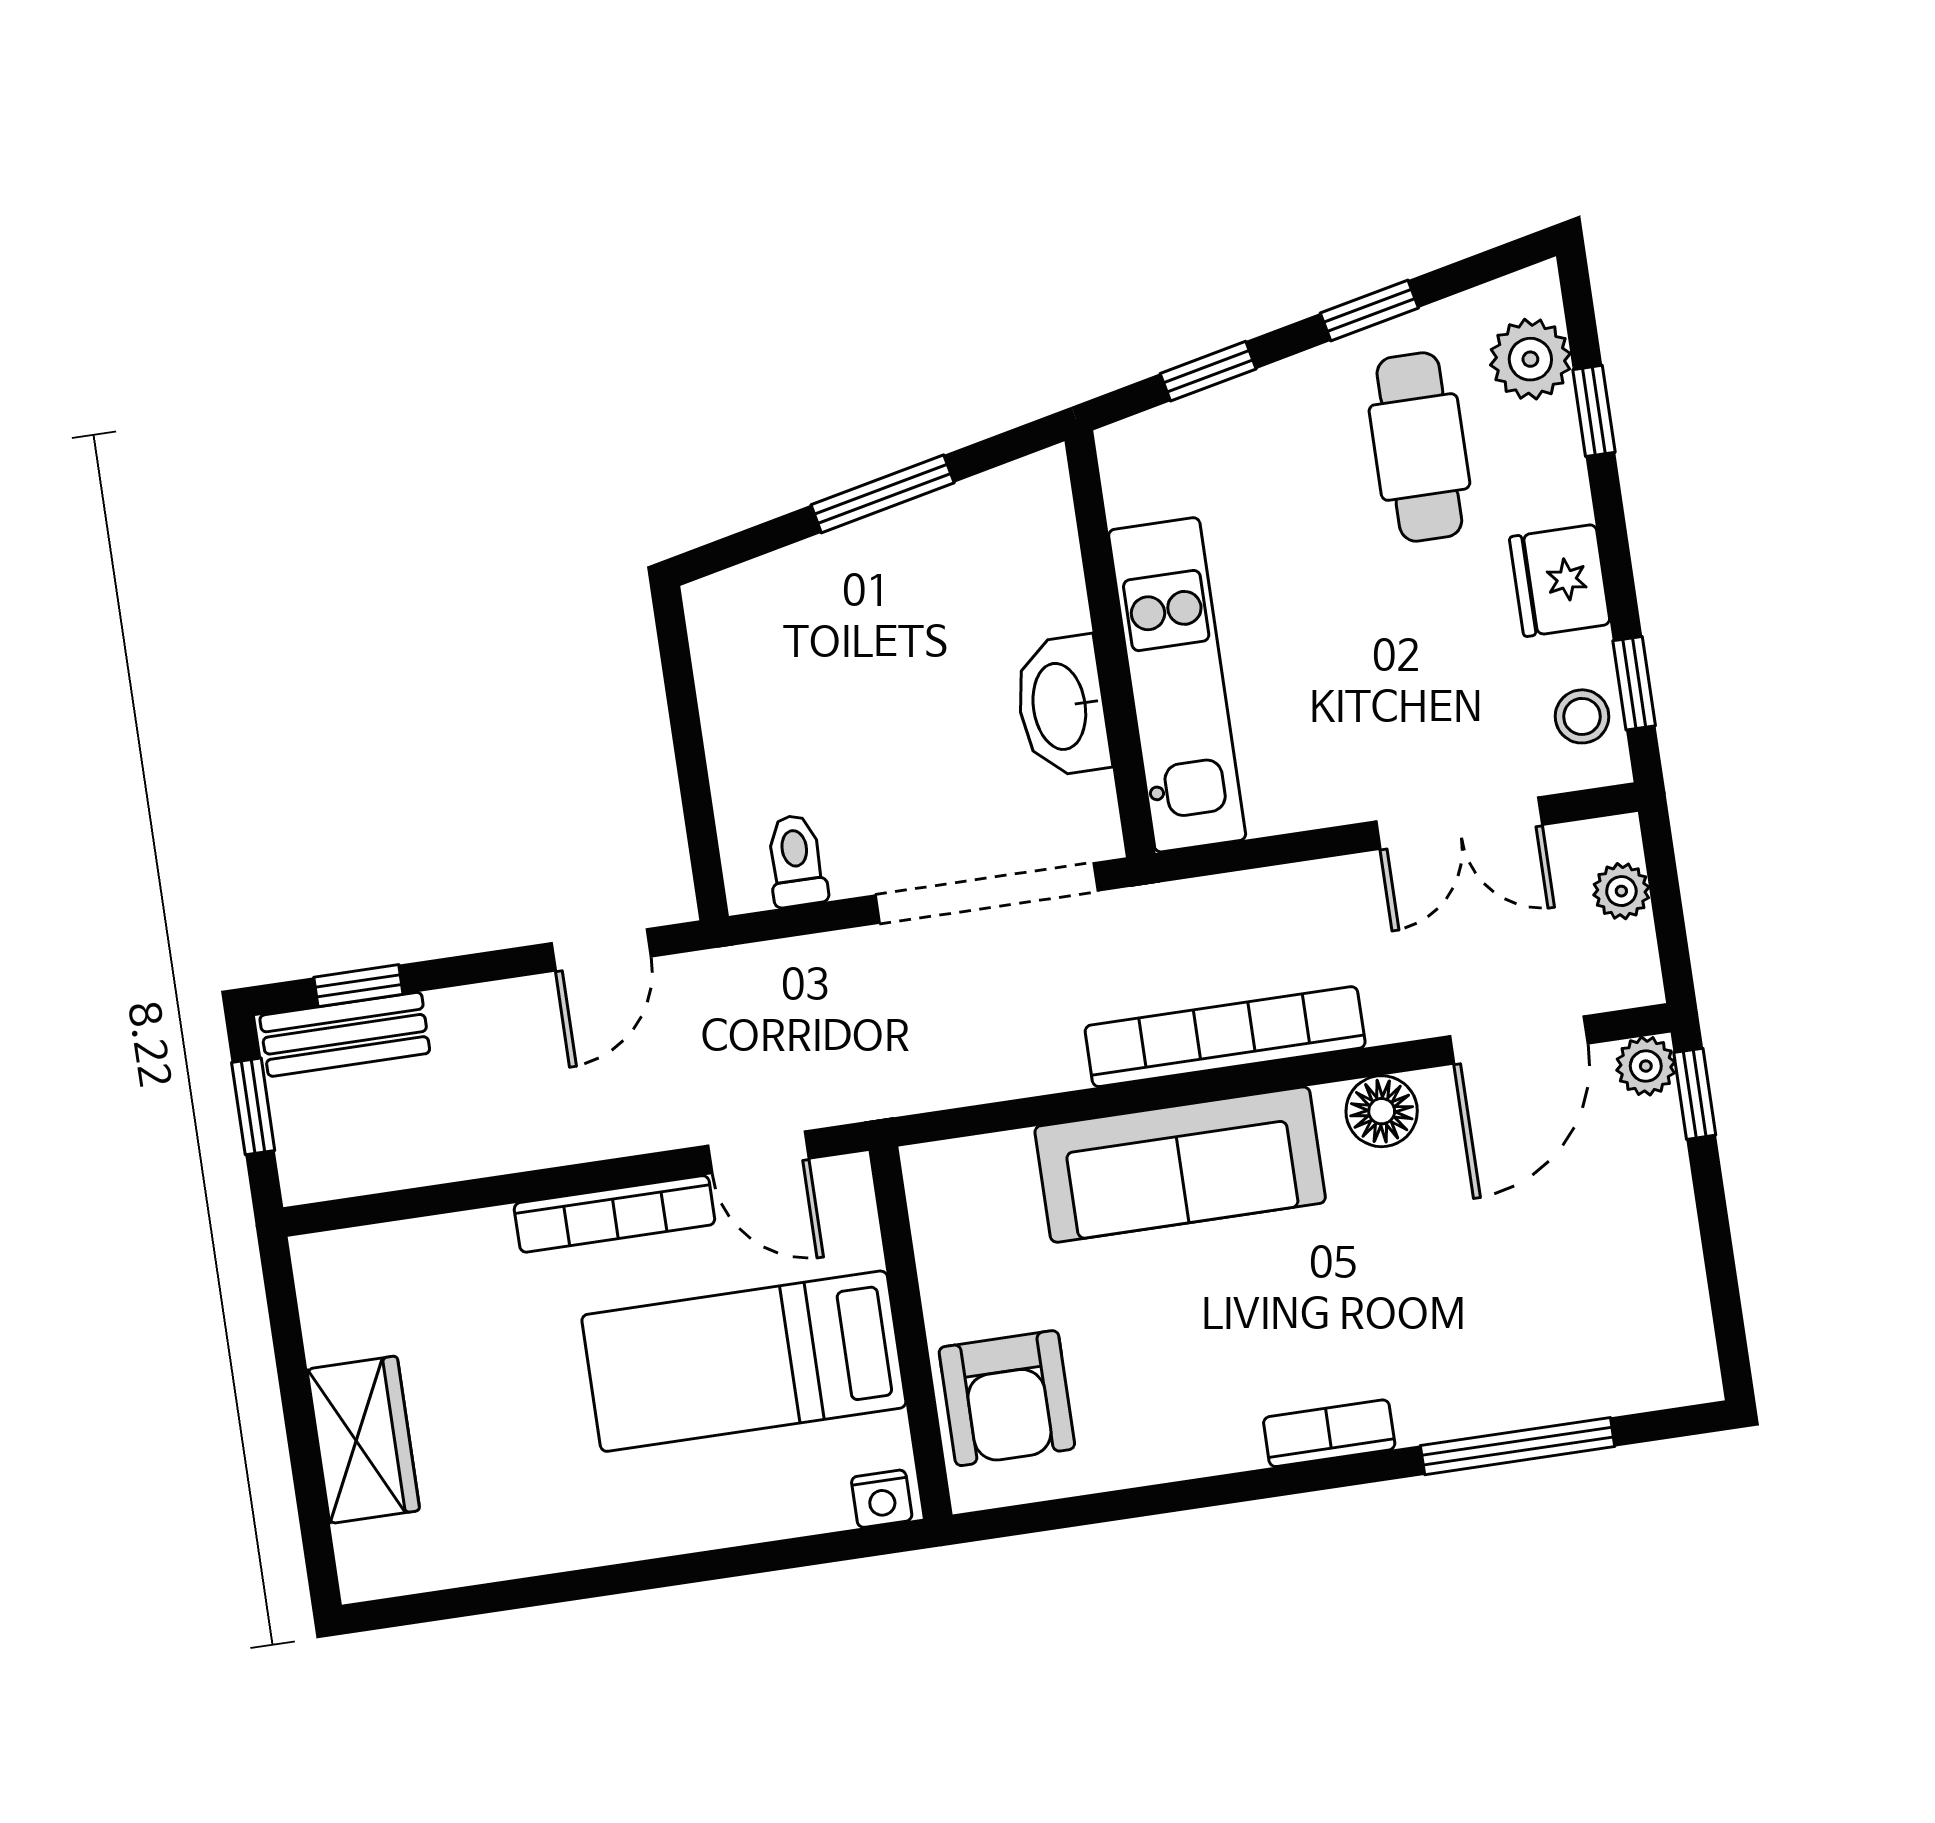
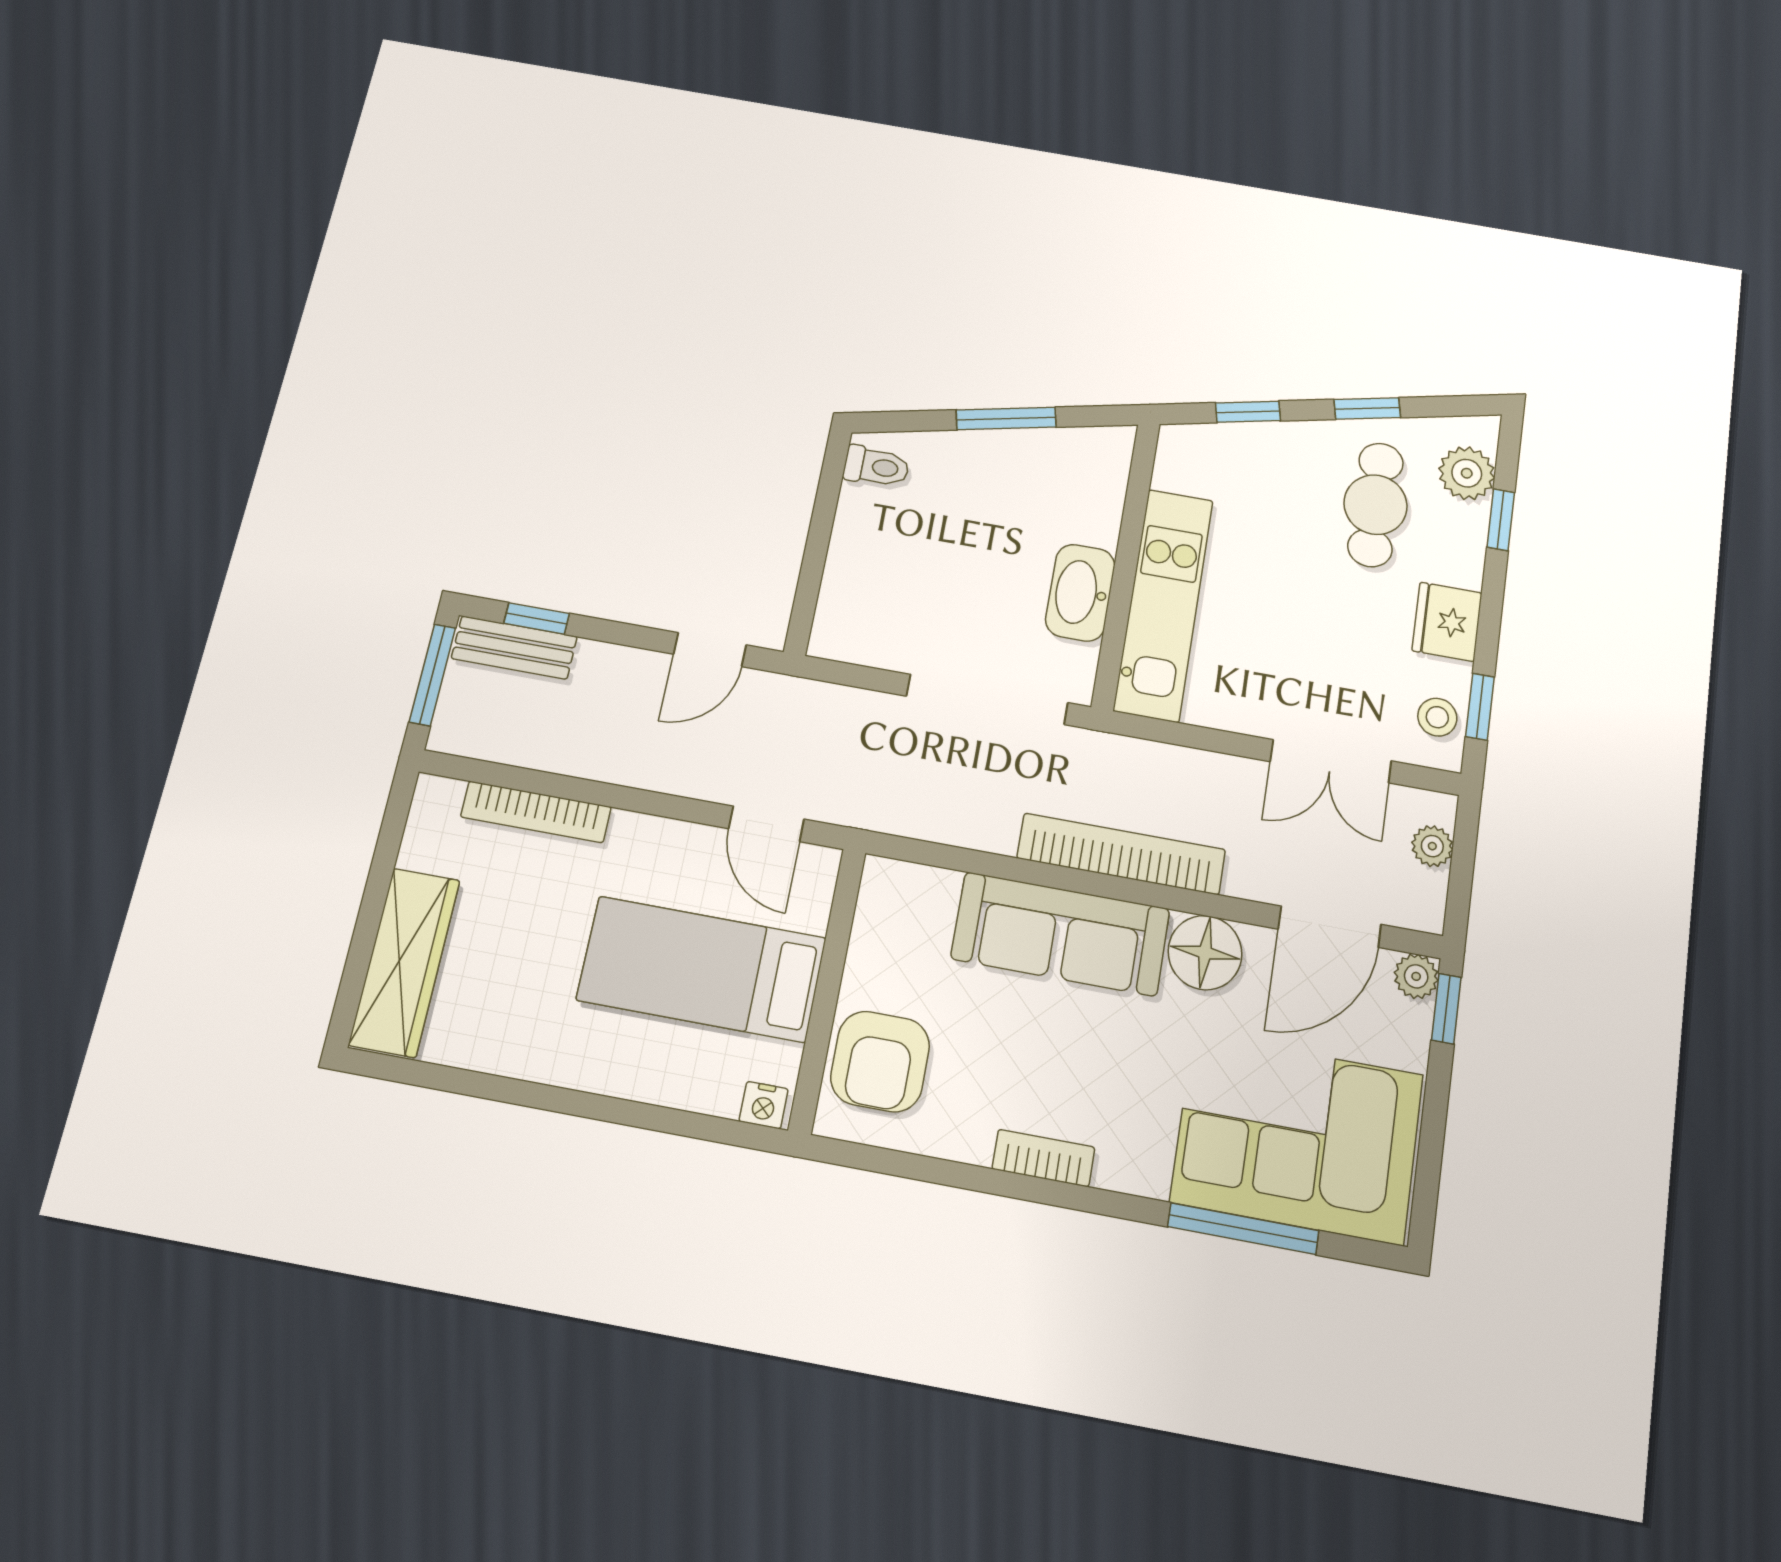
toilet: (796, 861) -> (876, 467), moved, turned 90
window: (253, 1106) -> (432, 675), width x1.50
floor lamp: (1382, 1111) -> (1205, 953), width x1.38, depth x1.38
bookcase: (614, 1214) -> (536, 812), moved
corner sofa: (1553, 1316) -> (1297, 1138), added
bookcase: (1329, 1433) -> (1043, 1158), moved
wardrobe: (363, 1440) -> (404, 962), width x1.50

